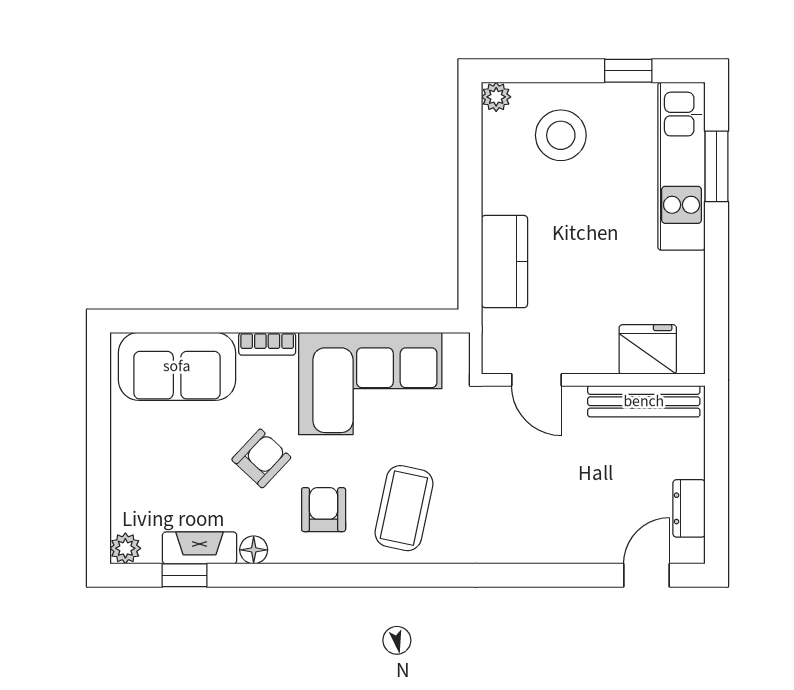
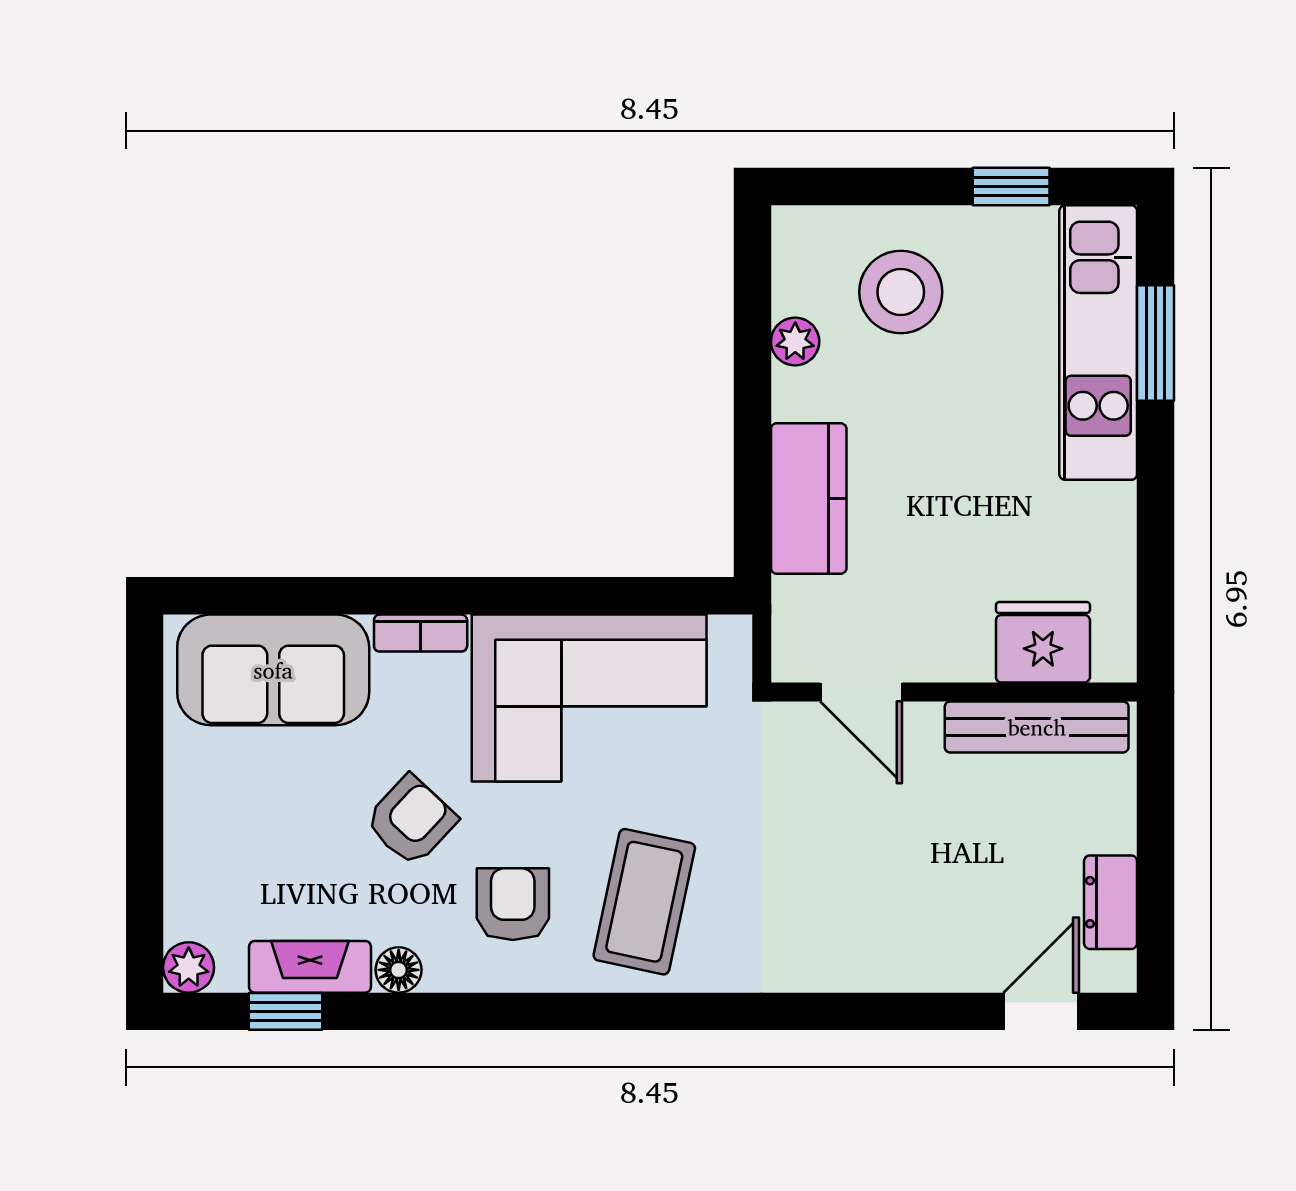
plant: (496, 97) -> (795, 341), moved

